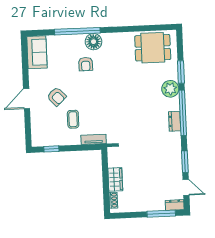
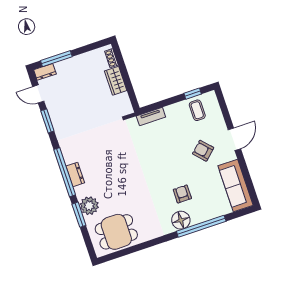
sofa: (37, 52) -> (236, 186), width x1.36
plant: (170, 89) -> (89, 206), moved
coffee table: (73, 119) -> (197, 110), moved
dresser: (175, 121) -> (75, 174), moved

